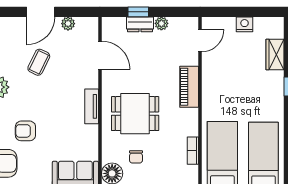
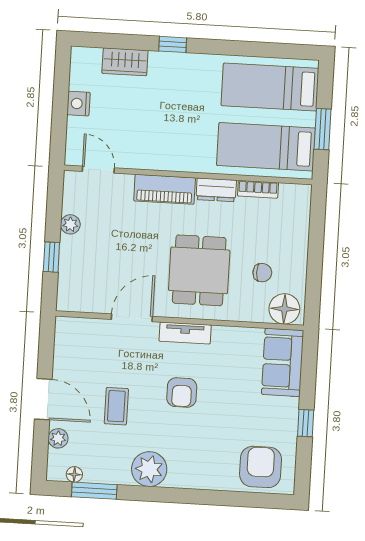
plant: (68, 24) -> (58, 438), moved
dresser: (140, 24) -> (216, 190), moved, turned 90
door: (100, 55) -> (132, 318), moved
coffee table: (39, 62) -> (116, 406), turned 64
armchair: (25, 131) -> (182, 392), moved

